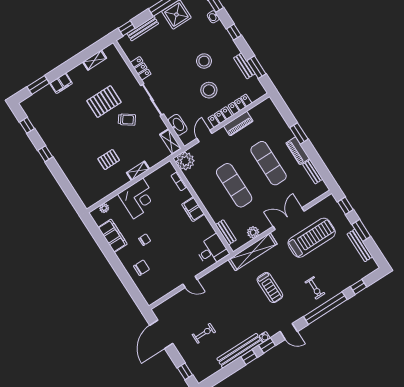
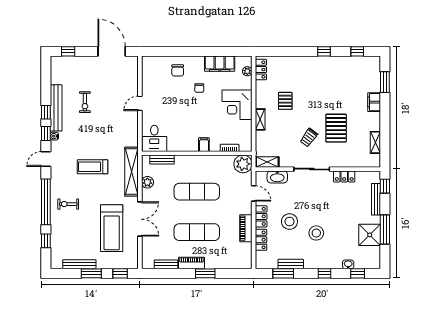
locker: (95, 197) -> (261, 70), added
filing cabinet: (193, 209) -> (204, 145), width x0.50
exercise bike: (204, 333) -> (85, 102), moved

